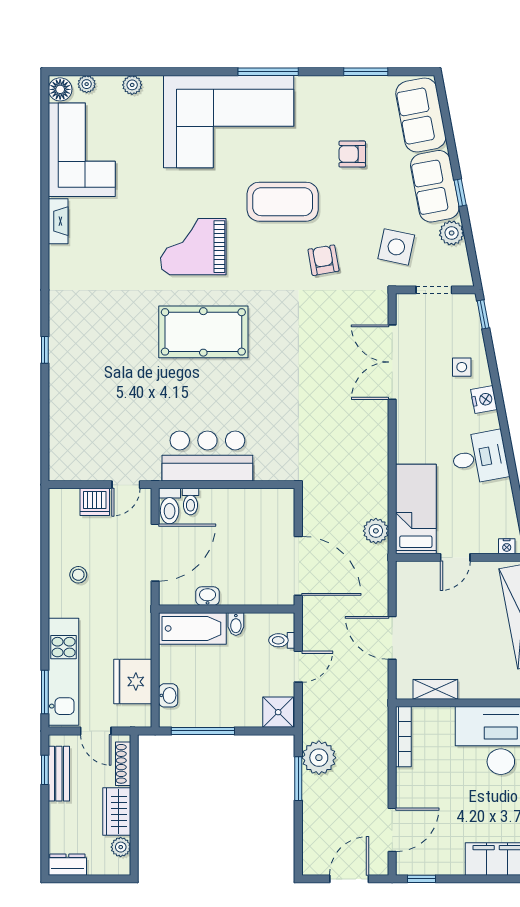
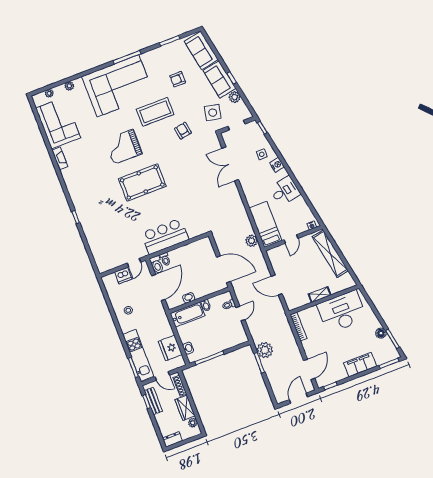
floor lamp: (60, 89) -> (38, 100), removed
shelving: (435, 689) -> (320, 295), moved
shower: (278, 712) -> (239, 337), removed

